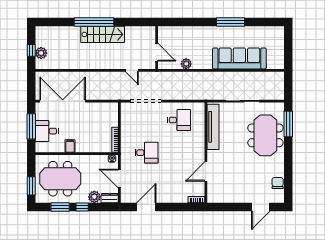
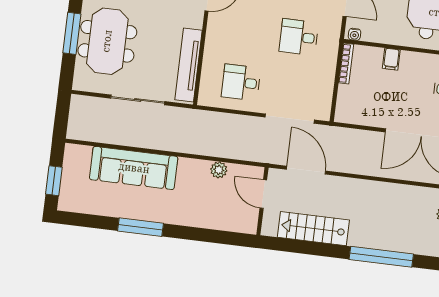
window: (94, 22) -> (381, 257), moved
stairs: (103, 34) -> (313, 229), moved
window: (288, 44) -> (54, 181), added
door: (132, 70) -> (306, 170), width x1.87
window: (288, 124) -> (72, 33), moved
filing cabinet: (70, 146) -> (391, 59), moved

